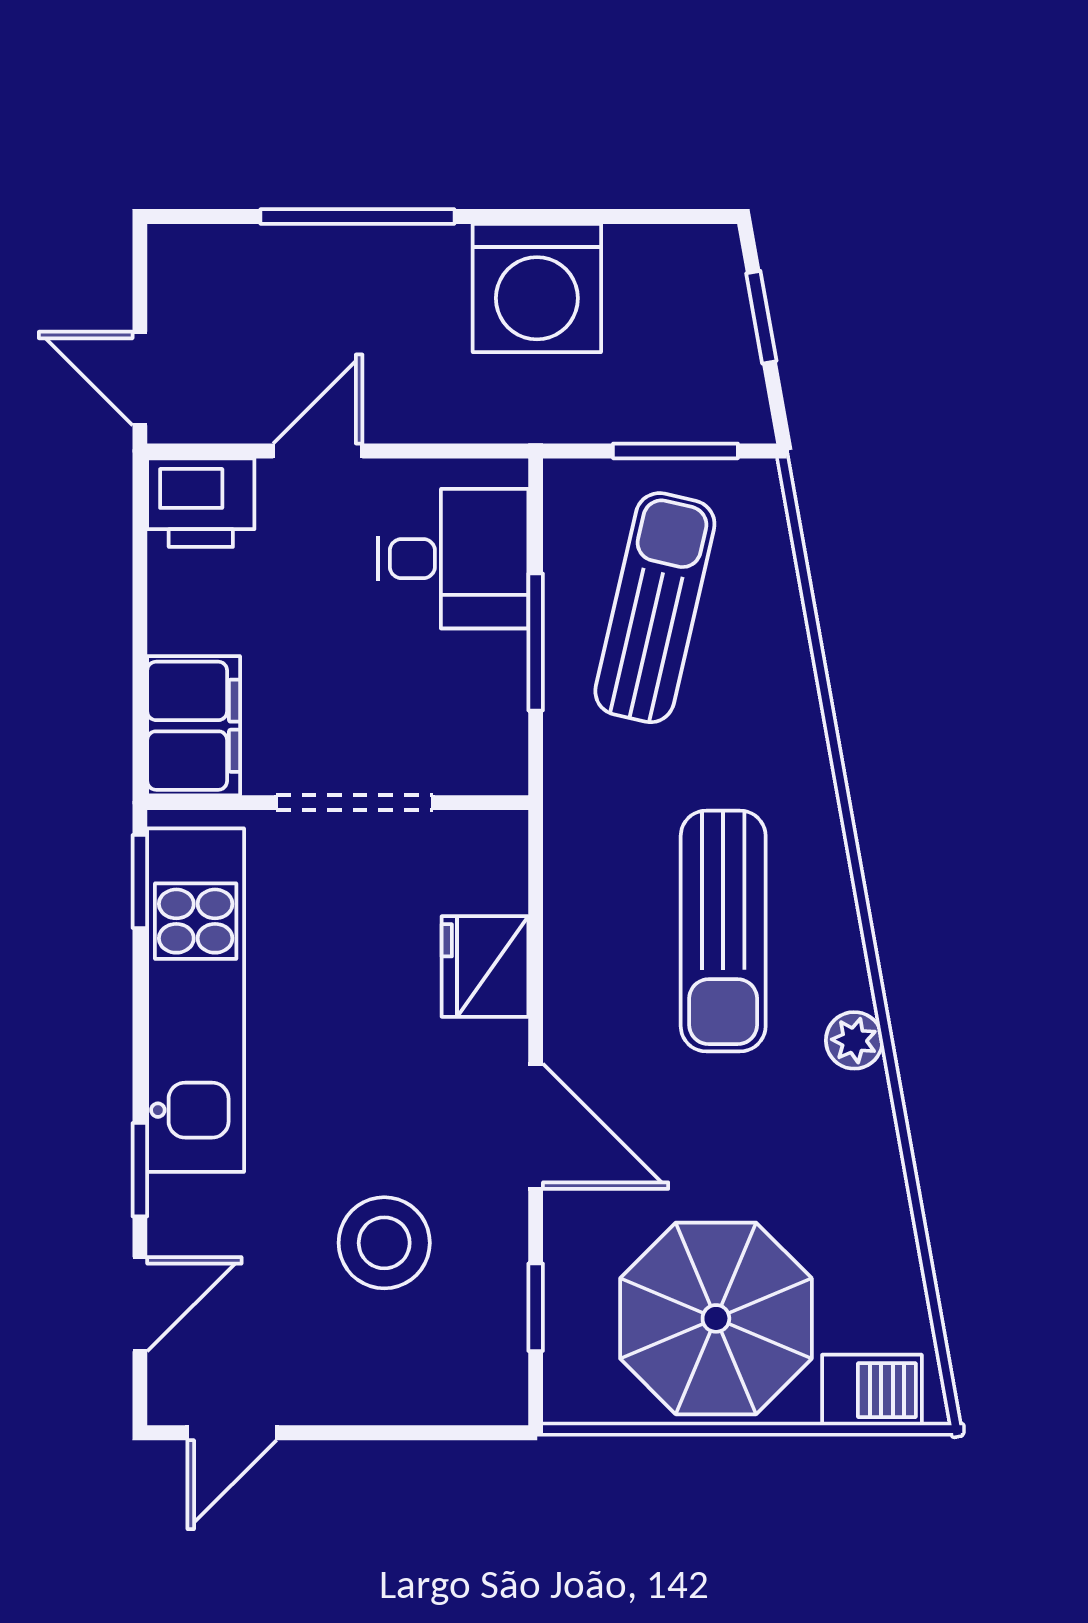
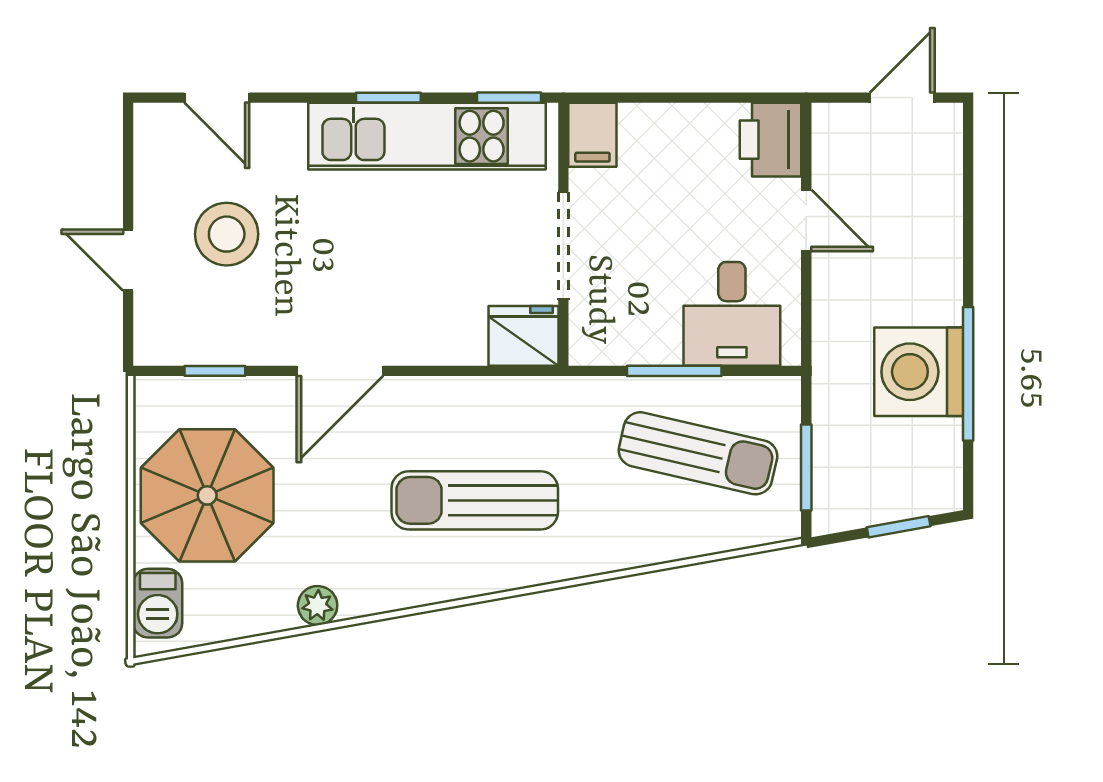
window: (357, 216) -> (968, 374), moved
door: (140, 379) -> (902, 98), moved
filing cabinet: (194, 726) -> (592, 135), width x0.50
fridge: (485, 967) -> (524, 336), moved
plant: (854, 1040) -> (318, 606), moved
window: (140, 1170) -> (388, 98), moved
stool: (384, 1243) -> (227, 234), moved
door: (232, 1433) -> (128, 260), moved

